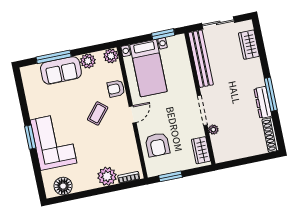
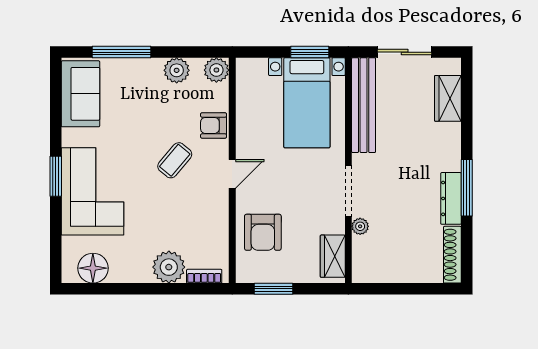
bed with nightstands: (148, 68) -> (307, 103), moved
sofa: (61, 70) -> (80, 94), moved, turned -90

